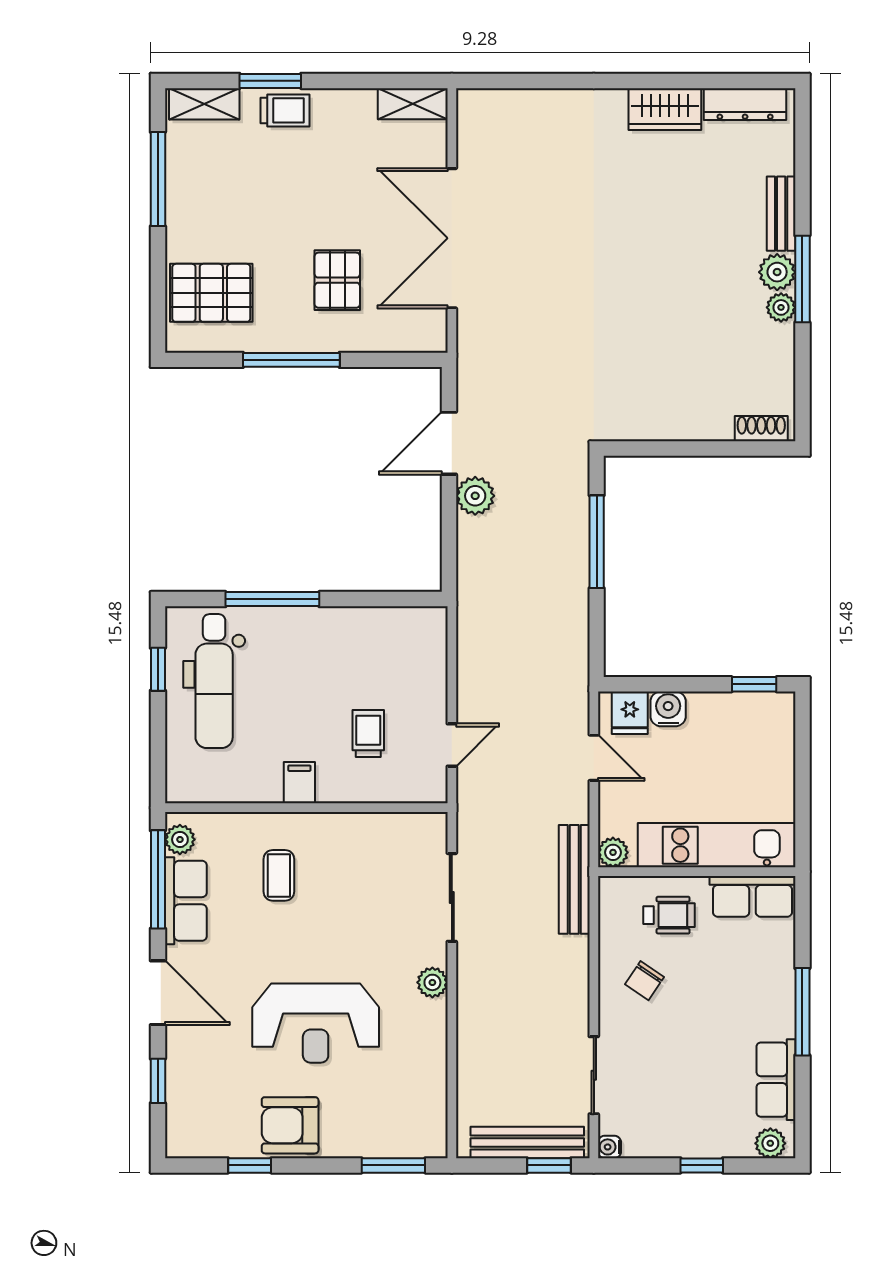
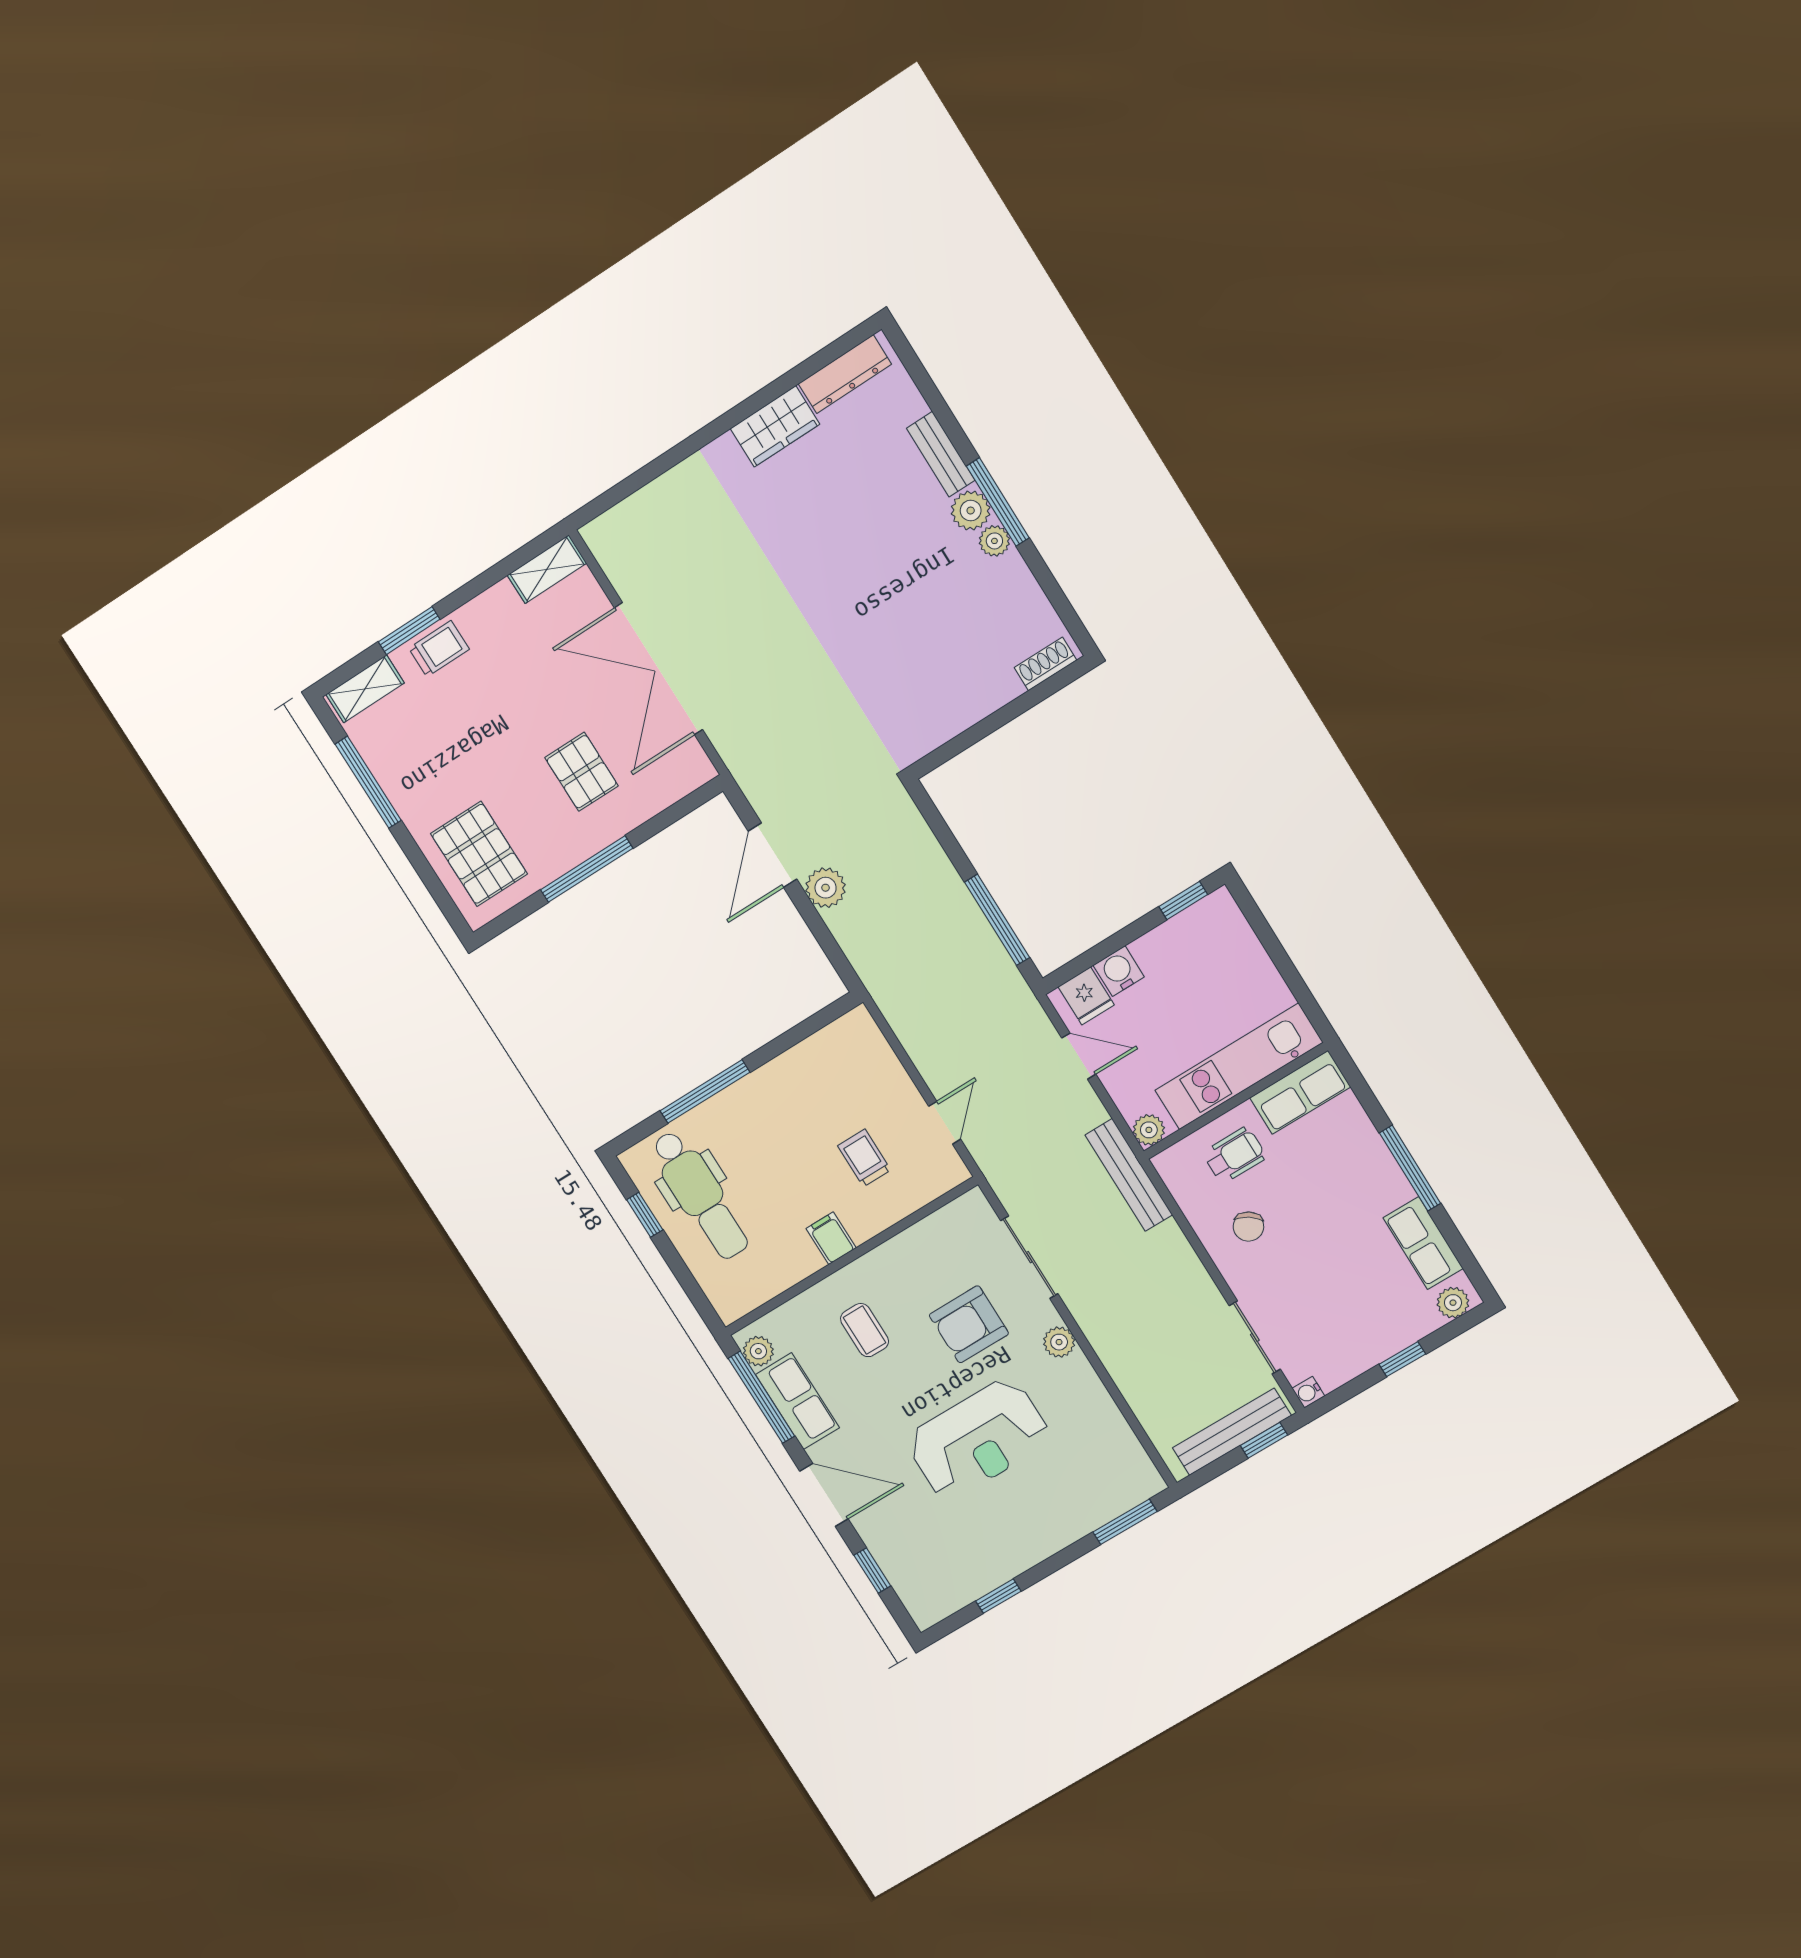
pallet: (211, 293) -> (479, 854), turned 90
window: (597, 542) -> (997, 920), moved
armchair: (290, 1125) -> (969, 1324), moved

